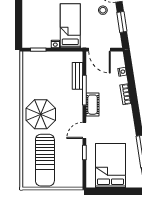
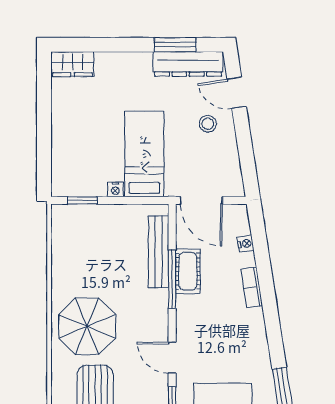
window: (122, 22) -> (245, 147), removed
bench: (77, 76) -> (159, 252), width x1.36
cot: (93, 105) -> (188, 271), moved
door: (84, 130) -> (172, 358), hinge flipped

